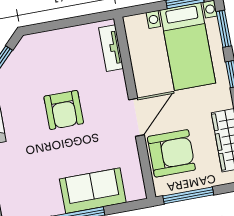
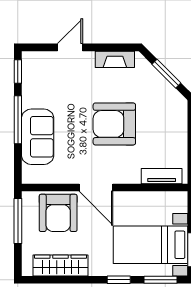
armchair: (64, 110) -> (114, 124), width x1.36, depth x1.36

